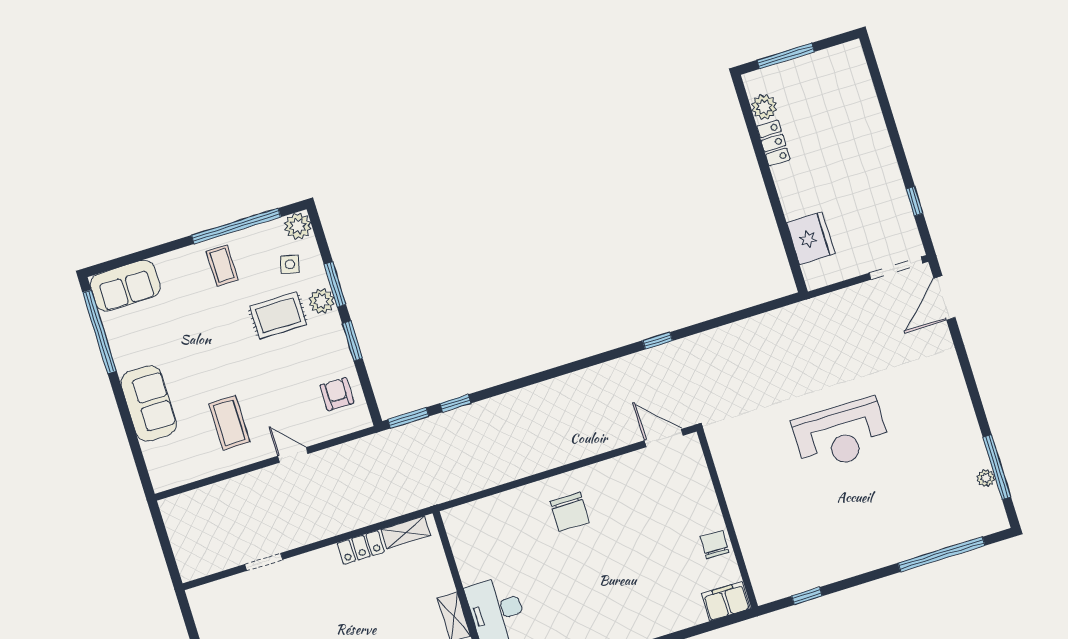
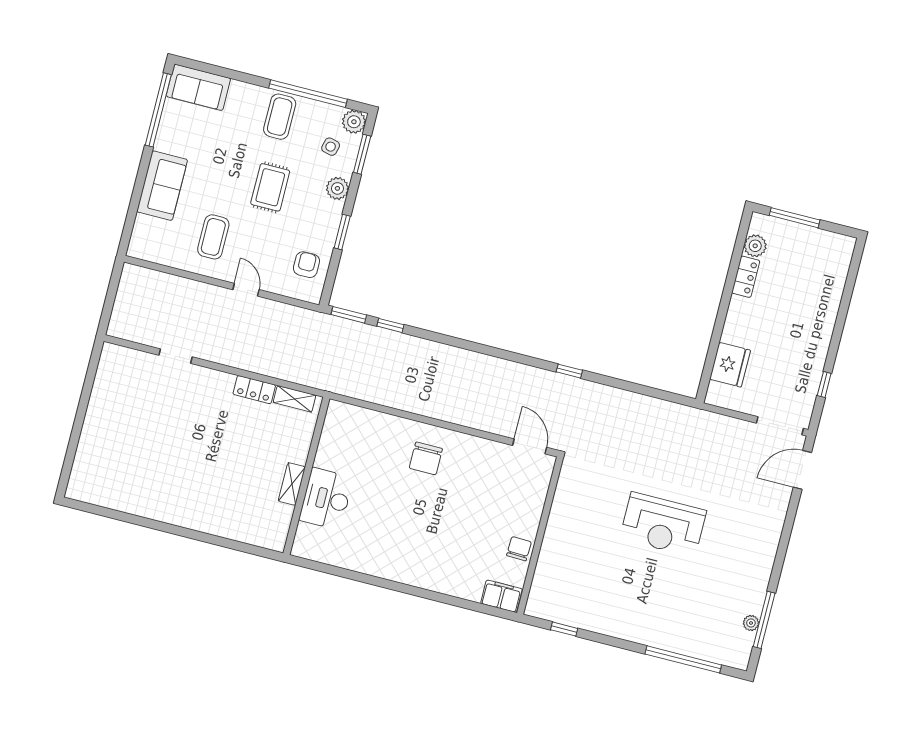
coffee table: (222, 266) -> (280, 117), width x1.36, depth x1.30
window: (335, 284) -> (362, 154), moved
rug: (278, 315) -> (270, 187), moved, turned 90

